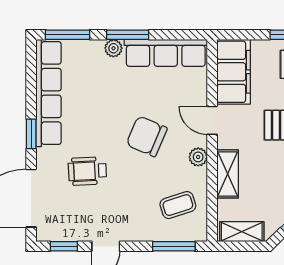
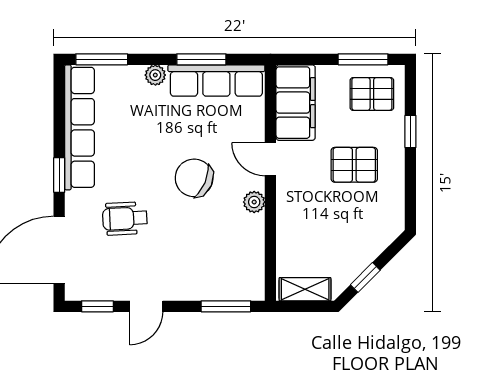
window: (128, 35) -> (201, 59), moved
shelving: (228, 174) -> (289, 222), removed
coffee table: (178, 205) -> (231, 258), removed

